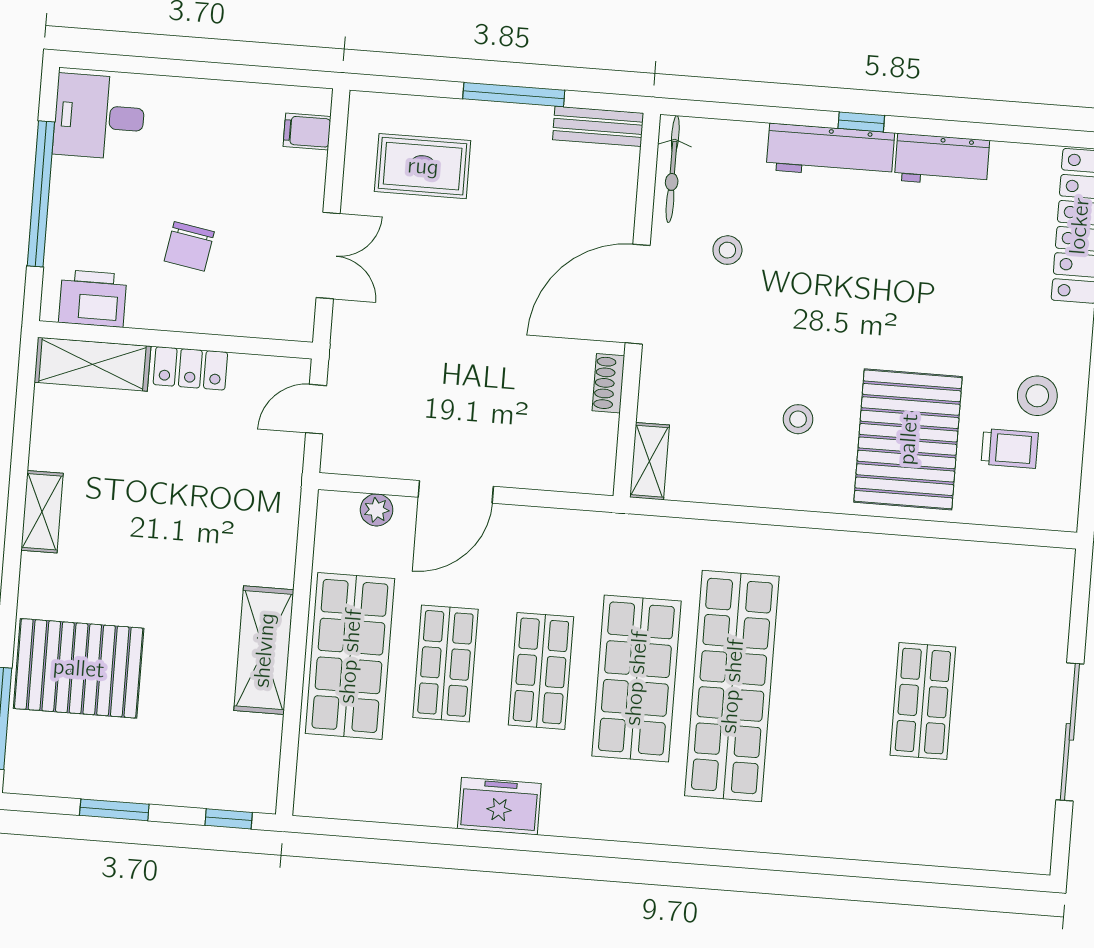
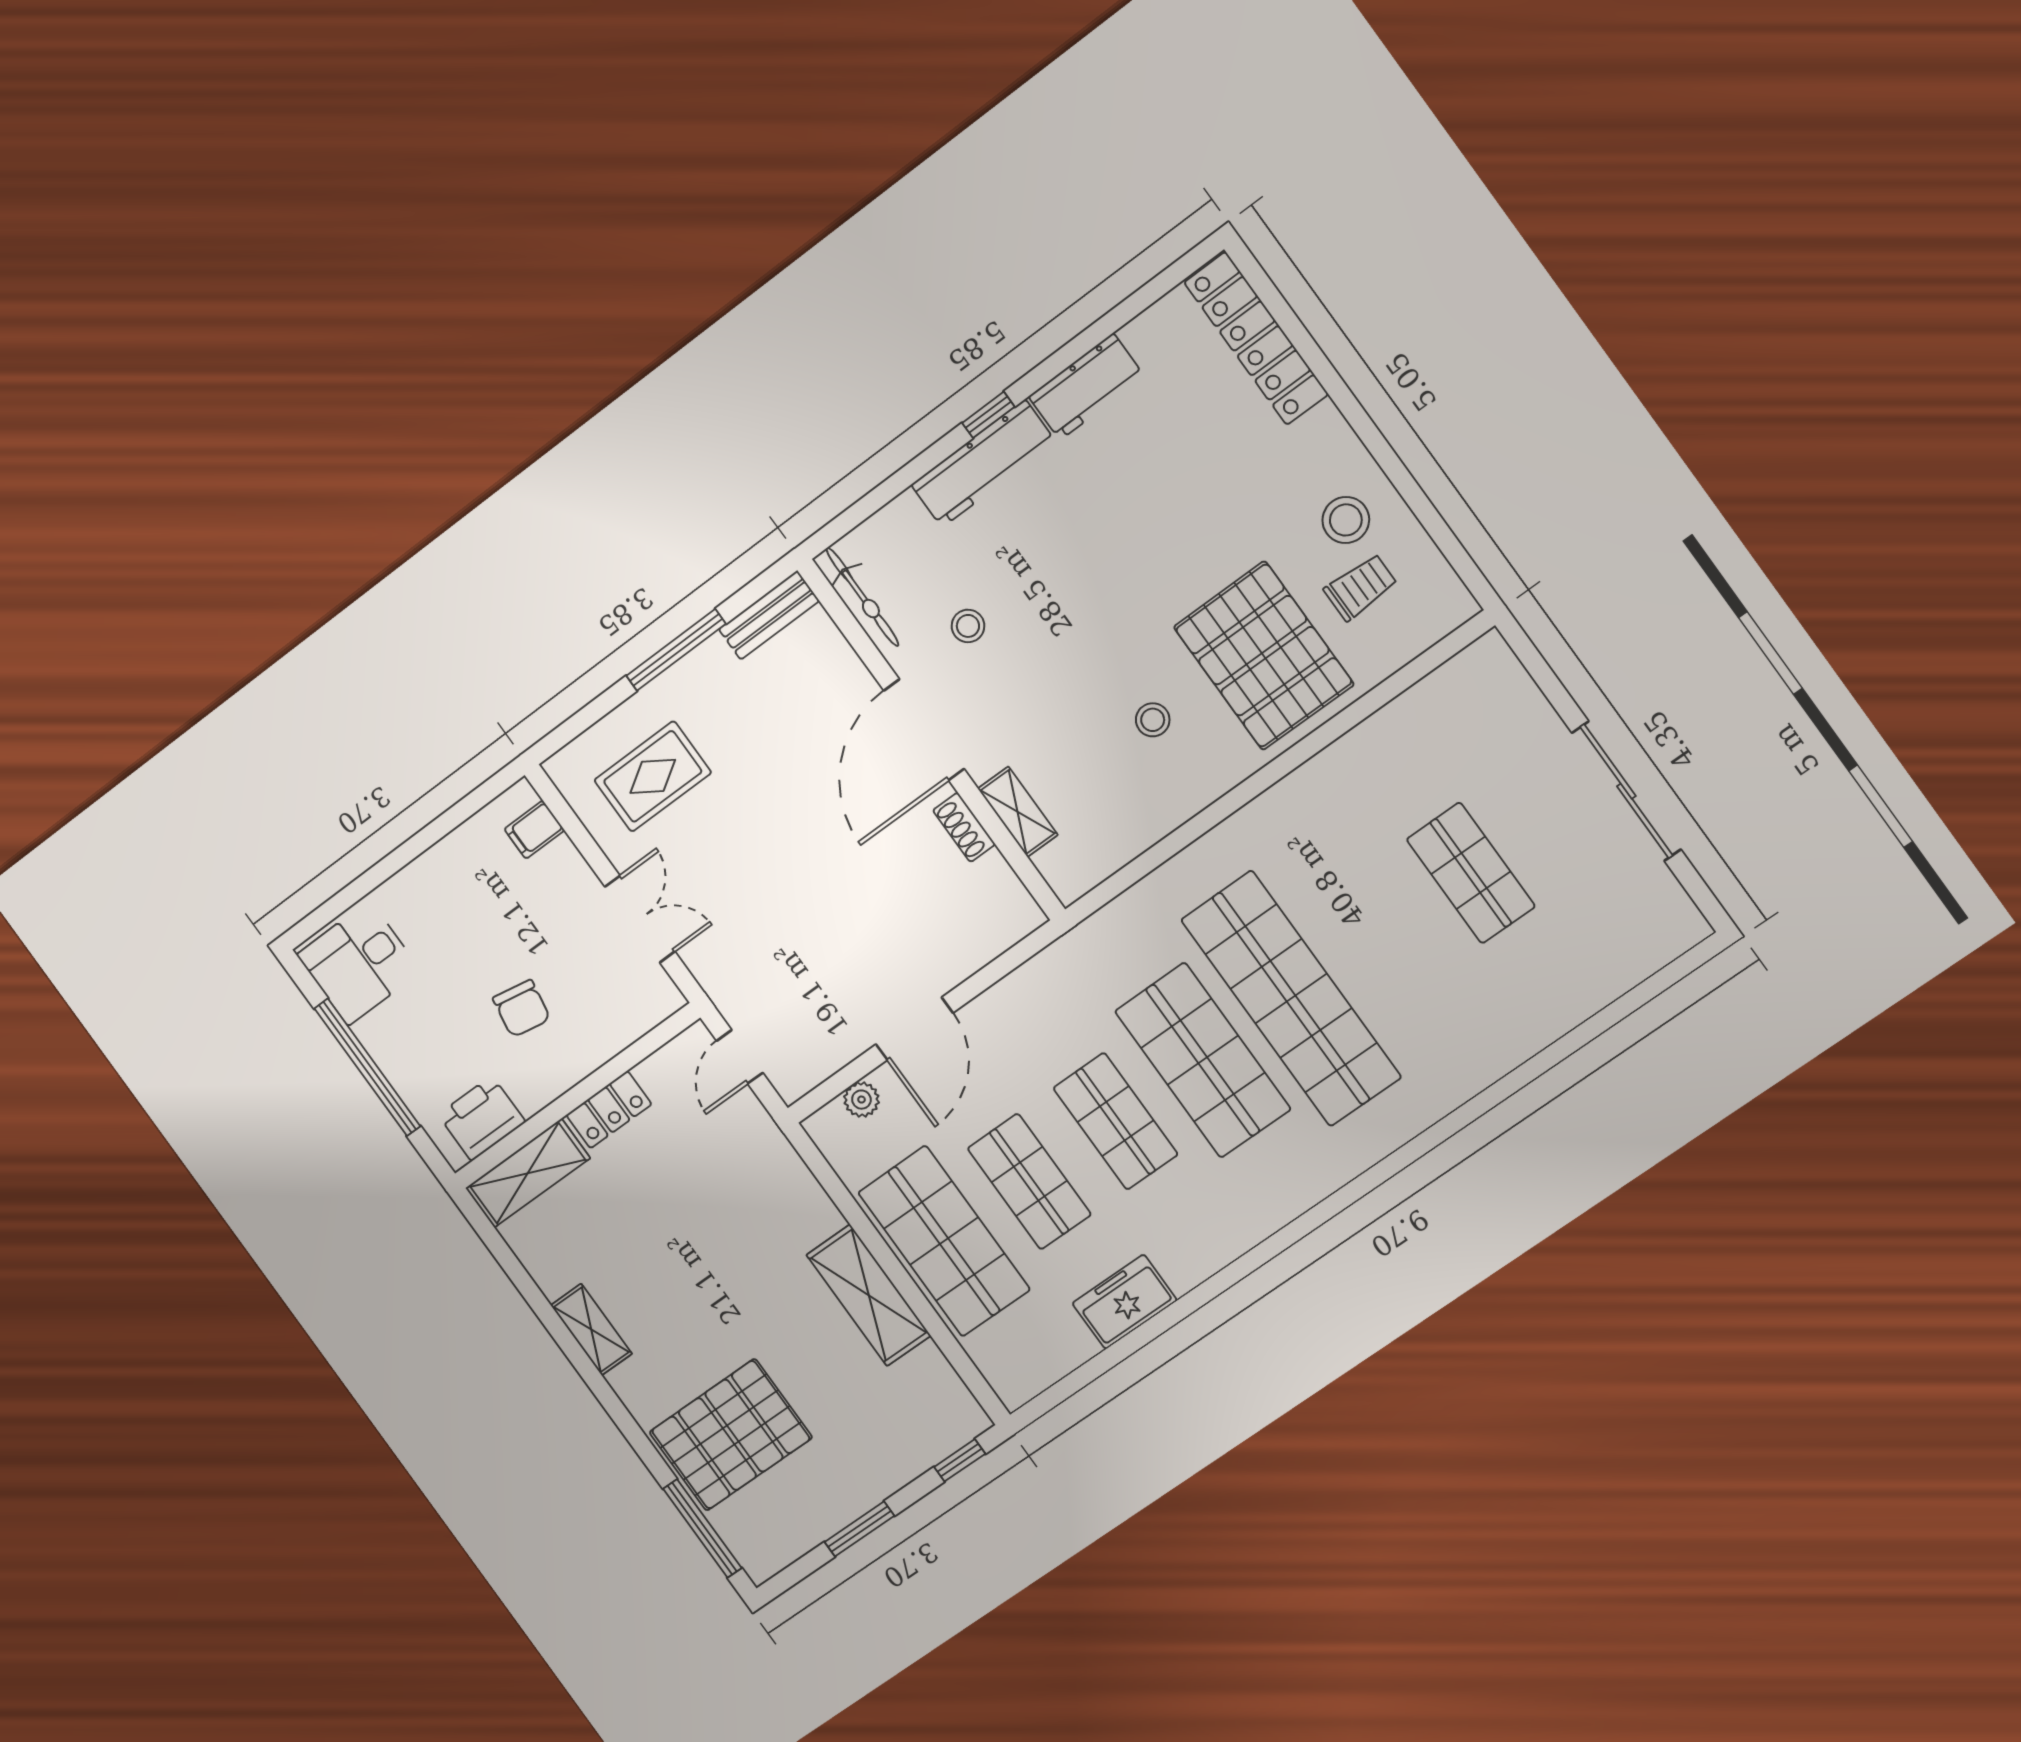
shelving: (650, 461) -> (1018, 812), moved
freezer: (499, 806) -> (1125, 1302), moved

